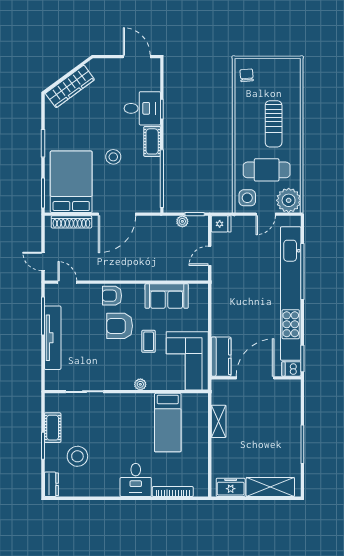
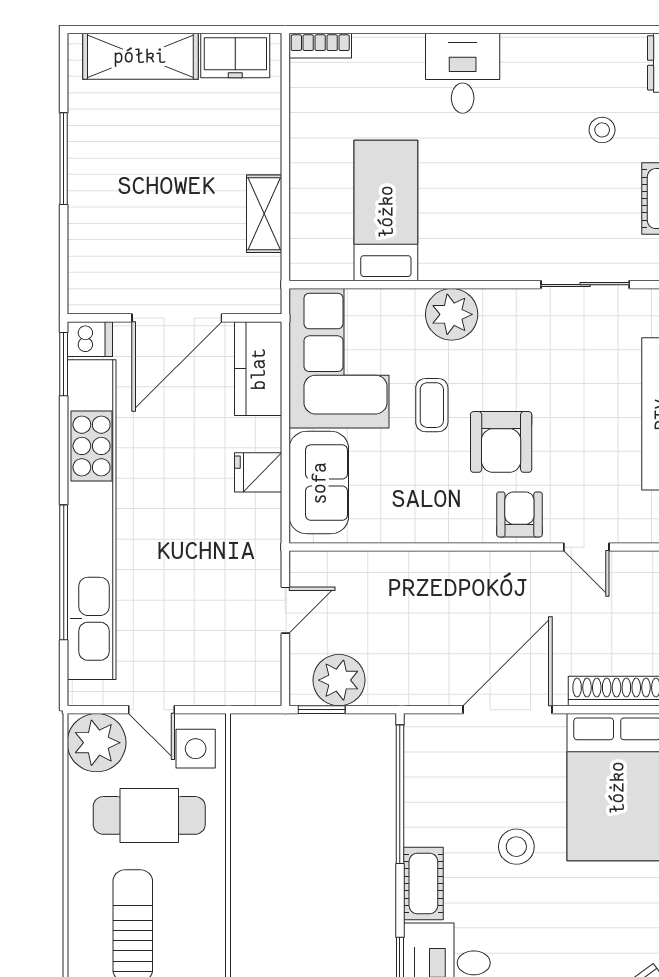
door: (266, 214) -> (151, 710), swing flipped
plant: (182, 221) -> (339, 680), width x1.88, depth x1.88
fridge: (221, 224) -> (258, 472), moved
door: (67, 282) -> (586, 547), moved
armchair: (112, 296) -> (519, 514), turned -90
sofa: (167, 296) -> (319, 483), moved, turned 90
armchair: (120, 326) -> (501, 442), turned 90
plant: (140, 384) -> (452, 314), width x1.88, depth x1.88
stool: (77, 456) -> (602, 130), width x0.53, depth x0.53
bookcase: (173, 492) -> (320, 46), moved, width x0.64

